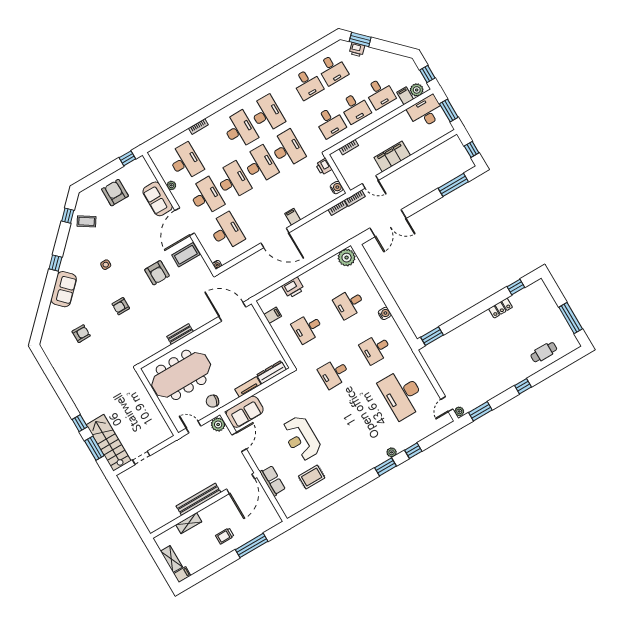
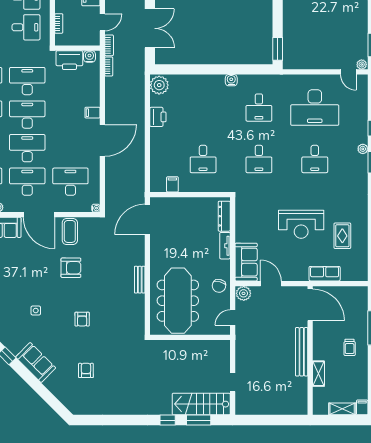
printer: (324, 167) -> (69, 60), width x1.87, depth x1.48
printer: (293, 288) -> (158, 117), moved
desk: (349, 304) -> (315, 159), moved

